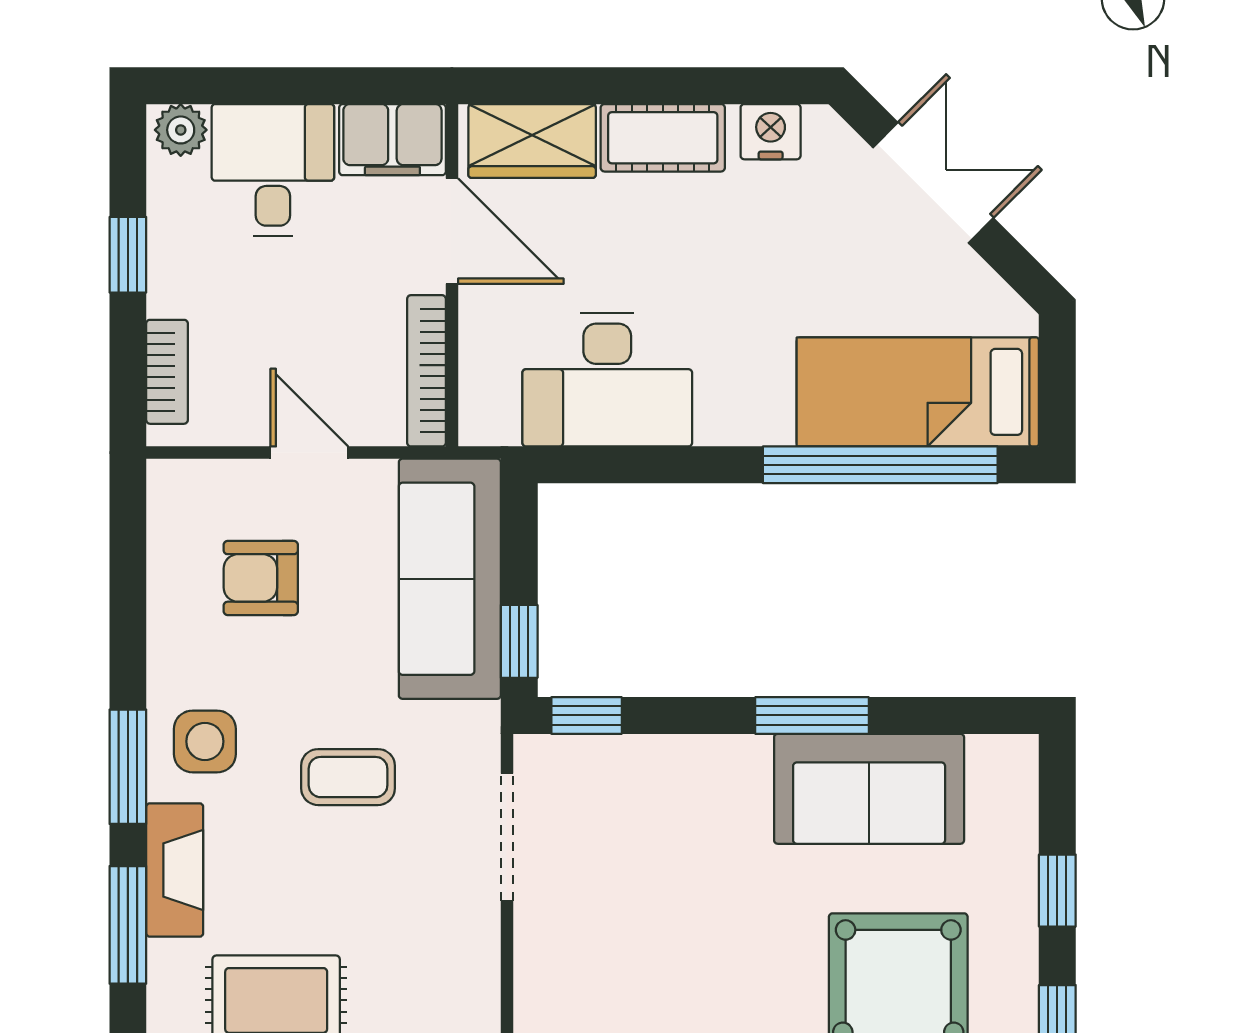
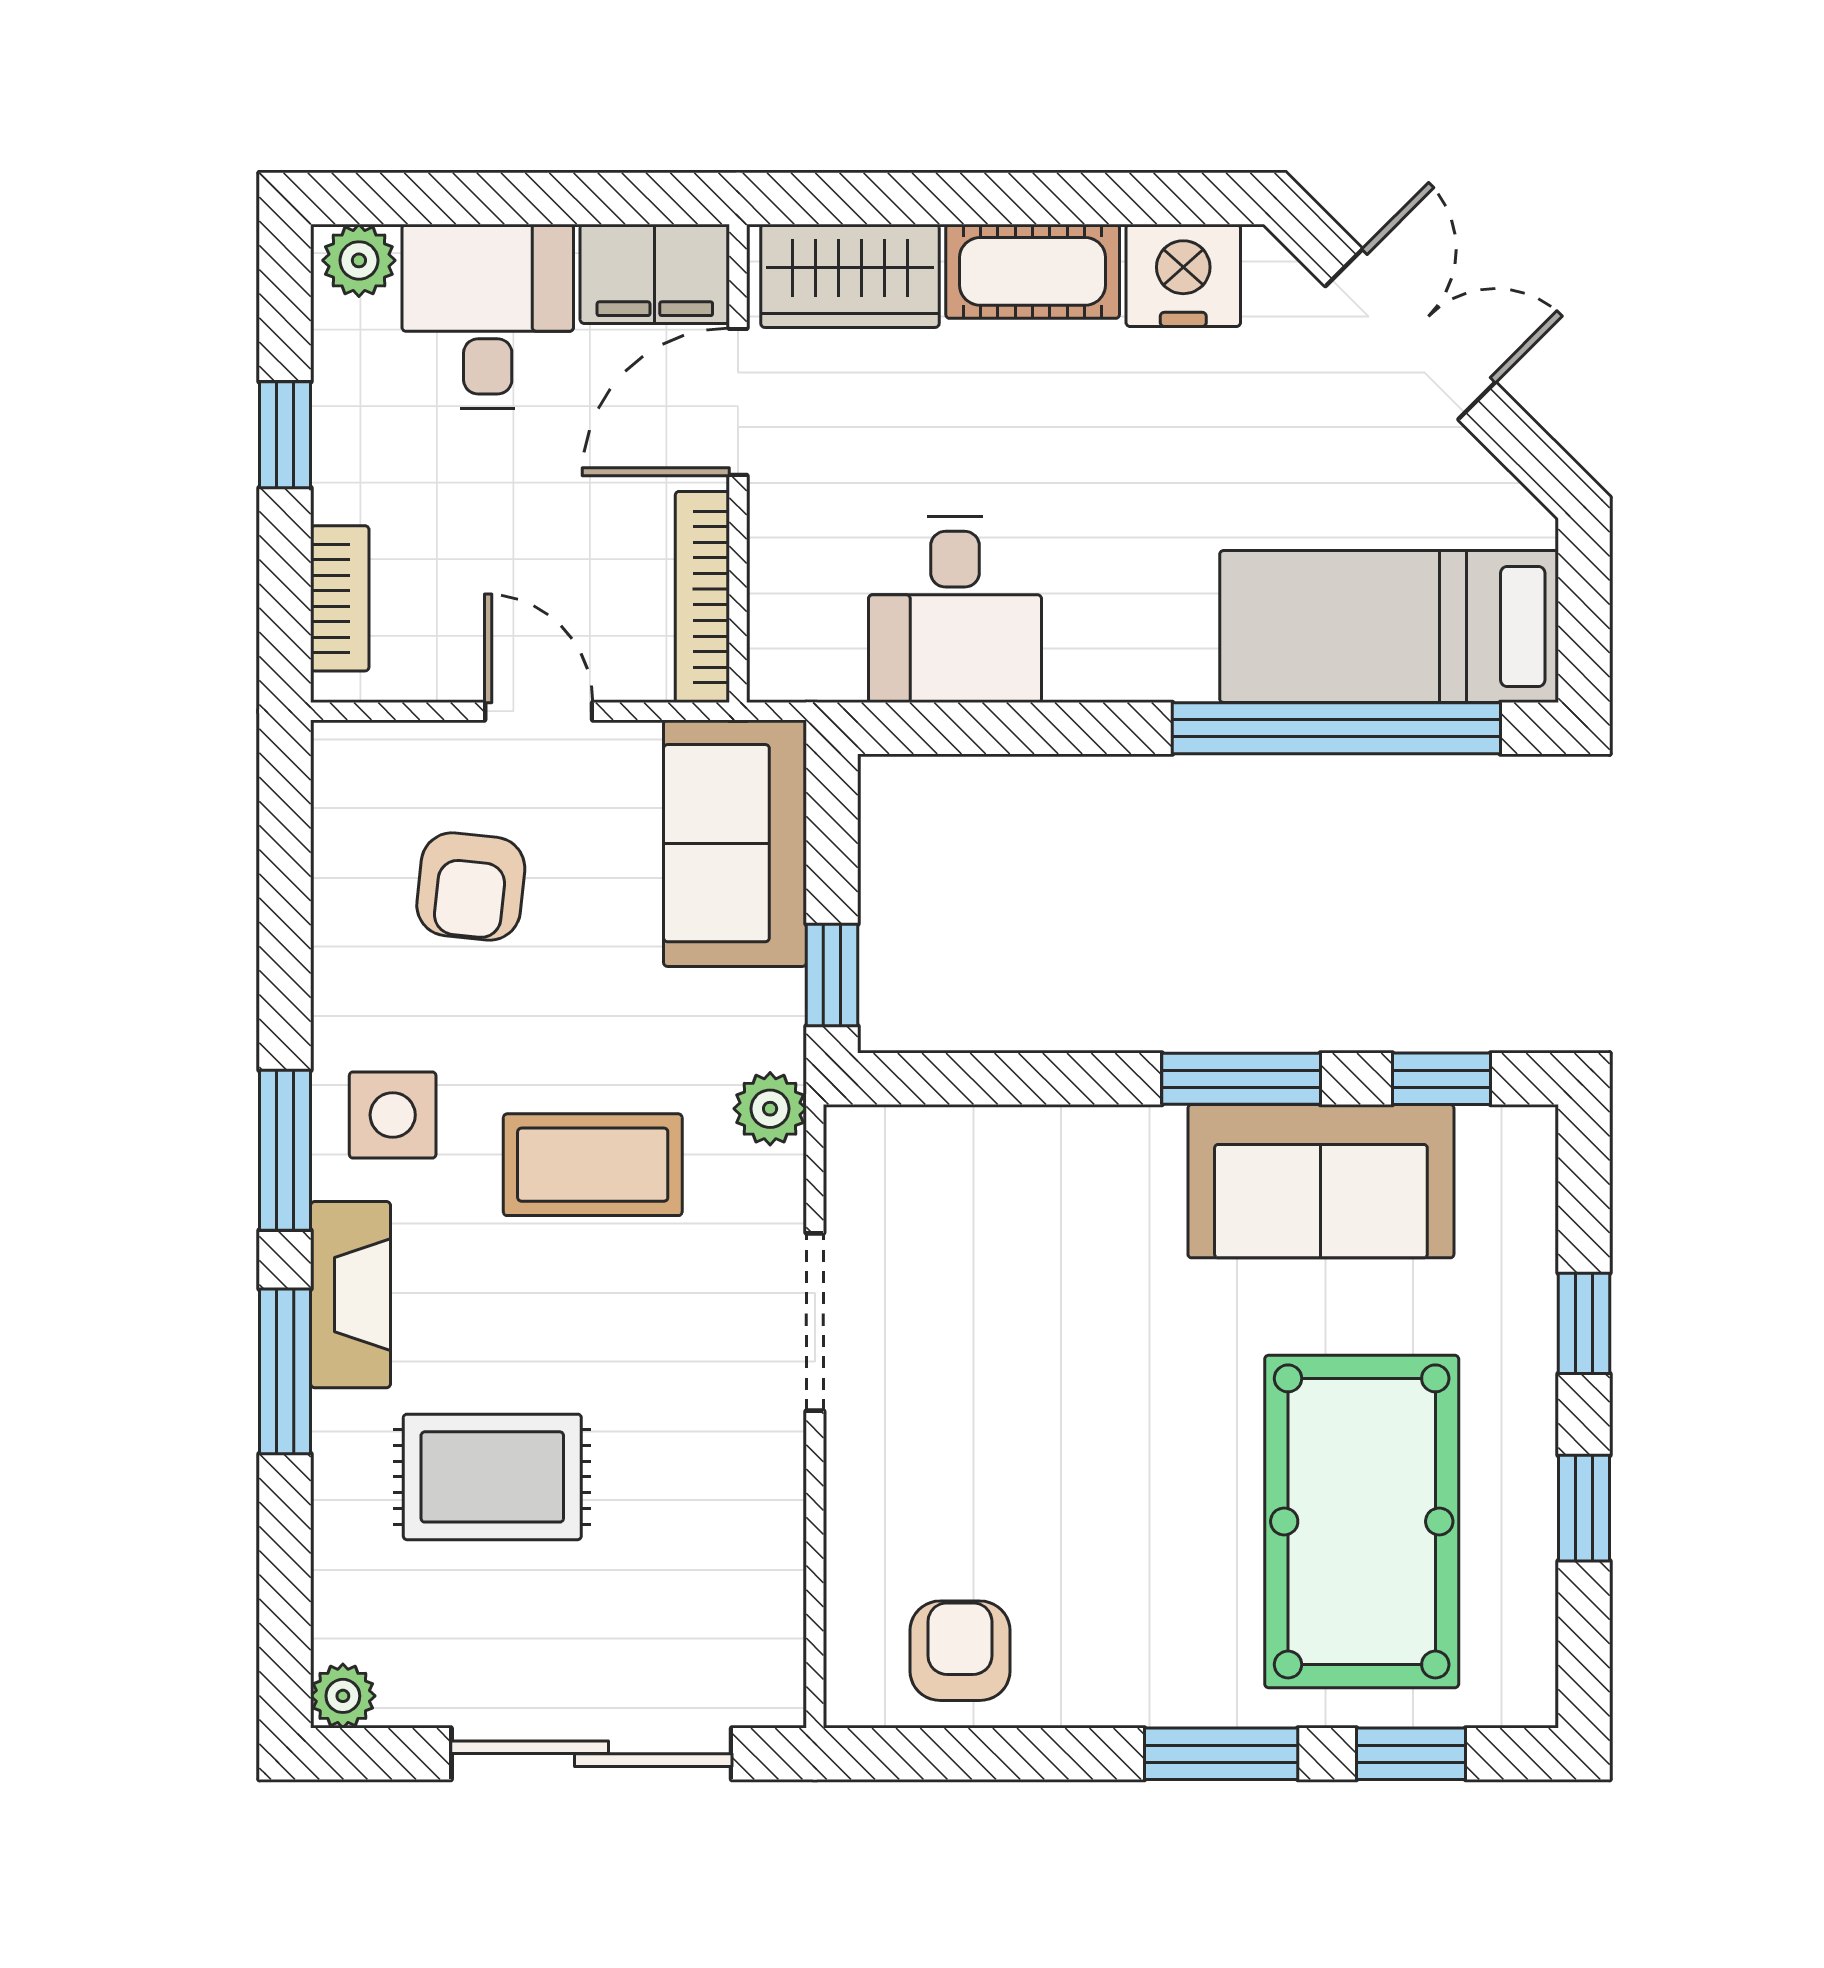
nightstand: (771, 132) -> (1183, 275), width x1.36, depth x1.33
door: (452, 231) -> (738, 402), swing flipped
desk: (607, 380) -> (955, 610), width x0.73
armchair: (261, 578) -> (471, 887), turned -84
sofa: (450, 579) -> (735, 843), width x0.73
window: (587, 715) -> (1442, 1079), moved
plant: (475, 737) -> (770, 1109), added
coffee table: (348, 777) -> (593, 1165), width x1.36, depth x1.30
doorway: (507, 837) -> (815, 1322), moved

